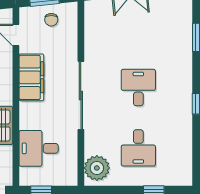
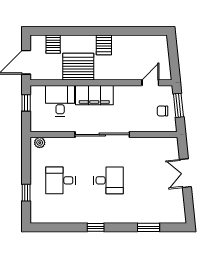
filing cabinet: (31, 77) -> (94, 95), moved
plant: (97, 168) -> (40, 143), width x0.53, depth x0.53

